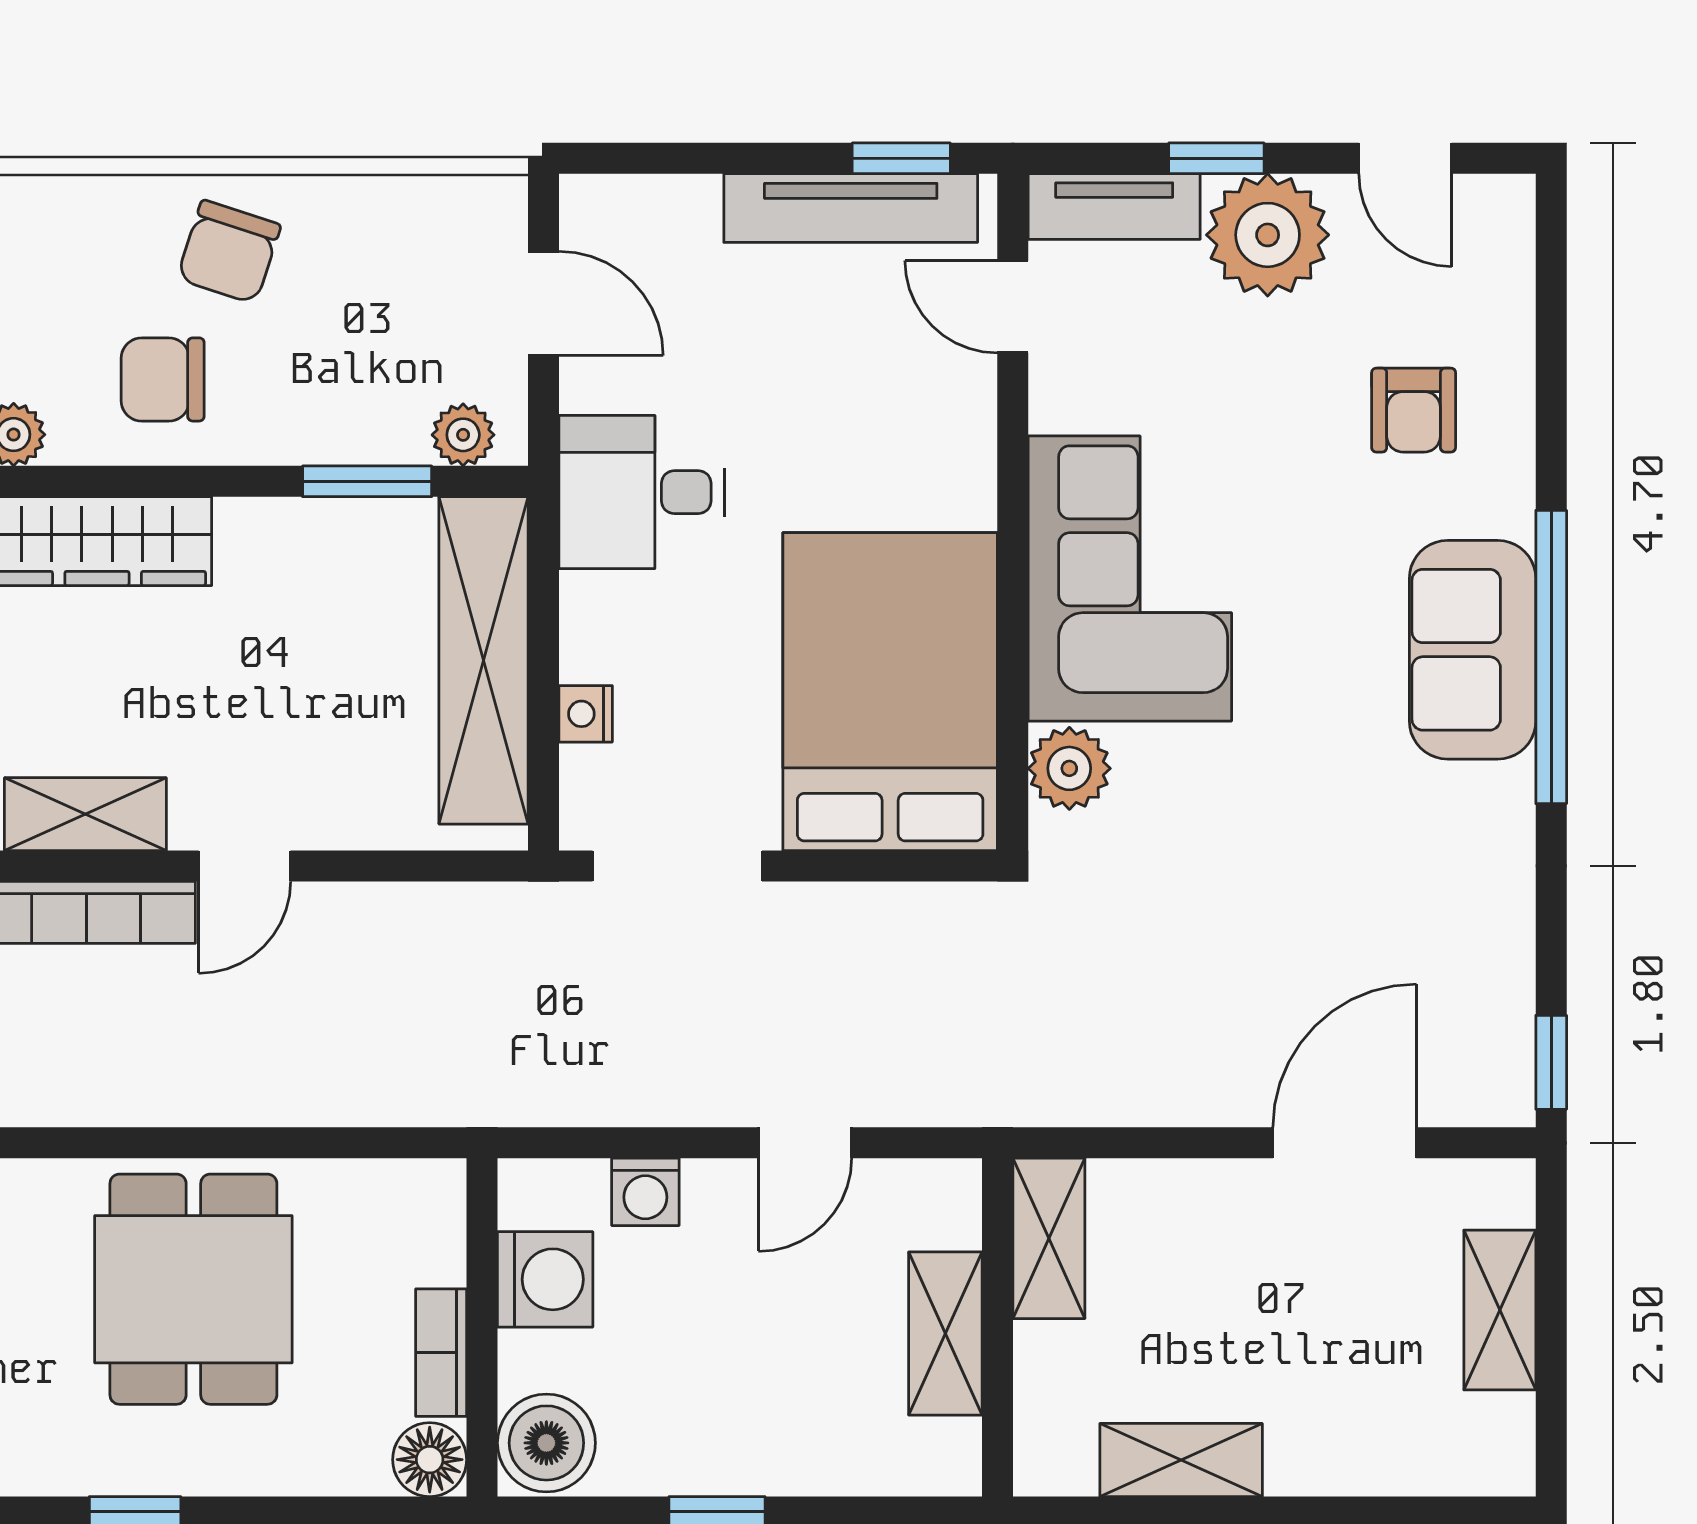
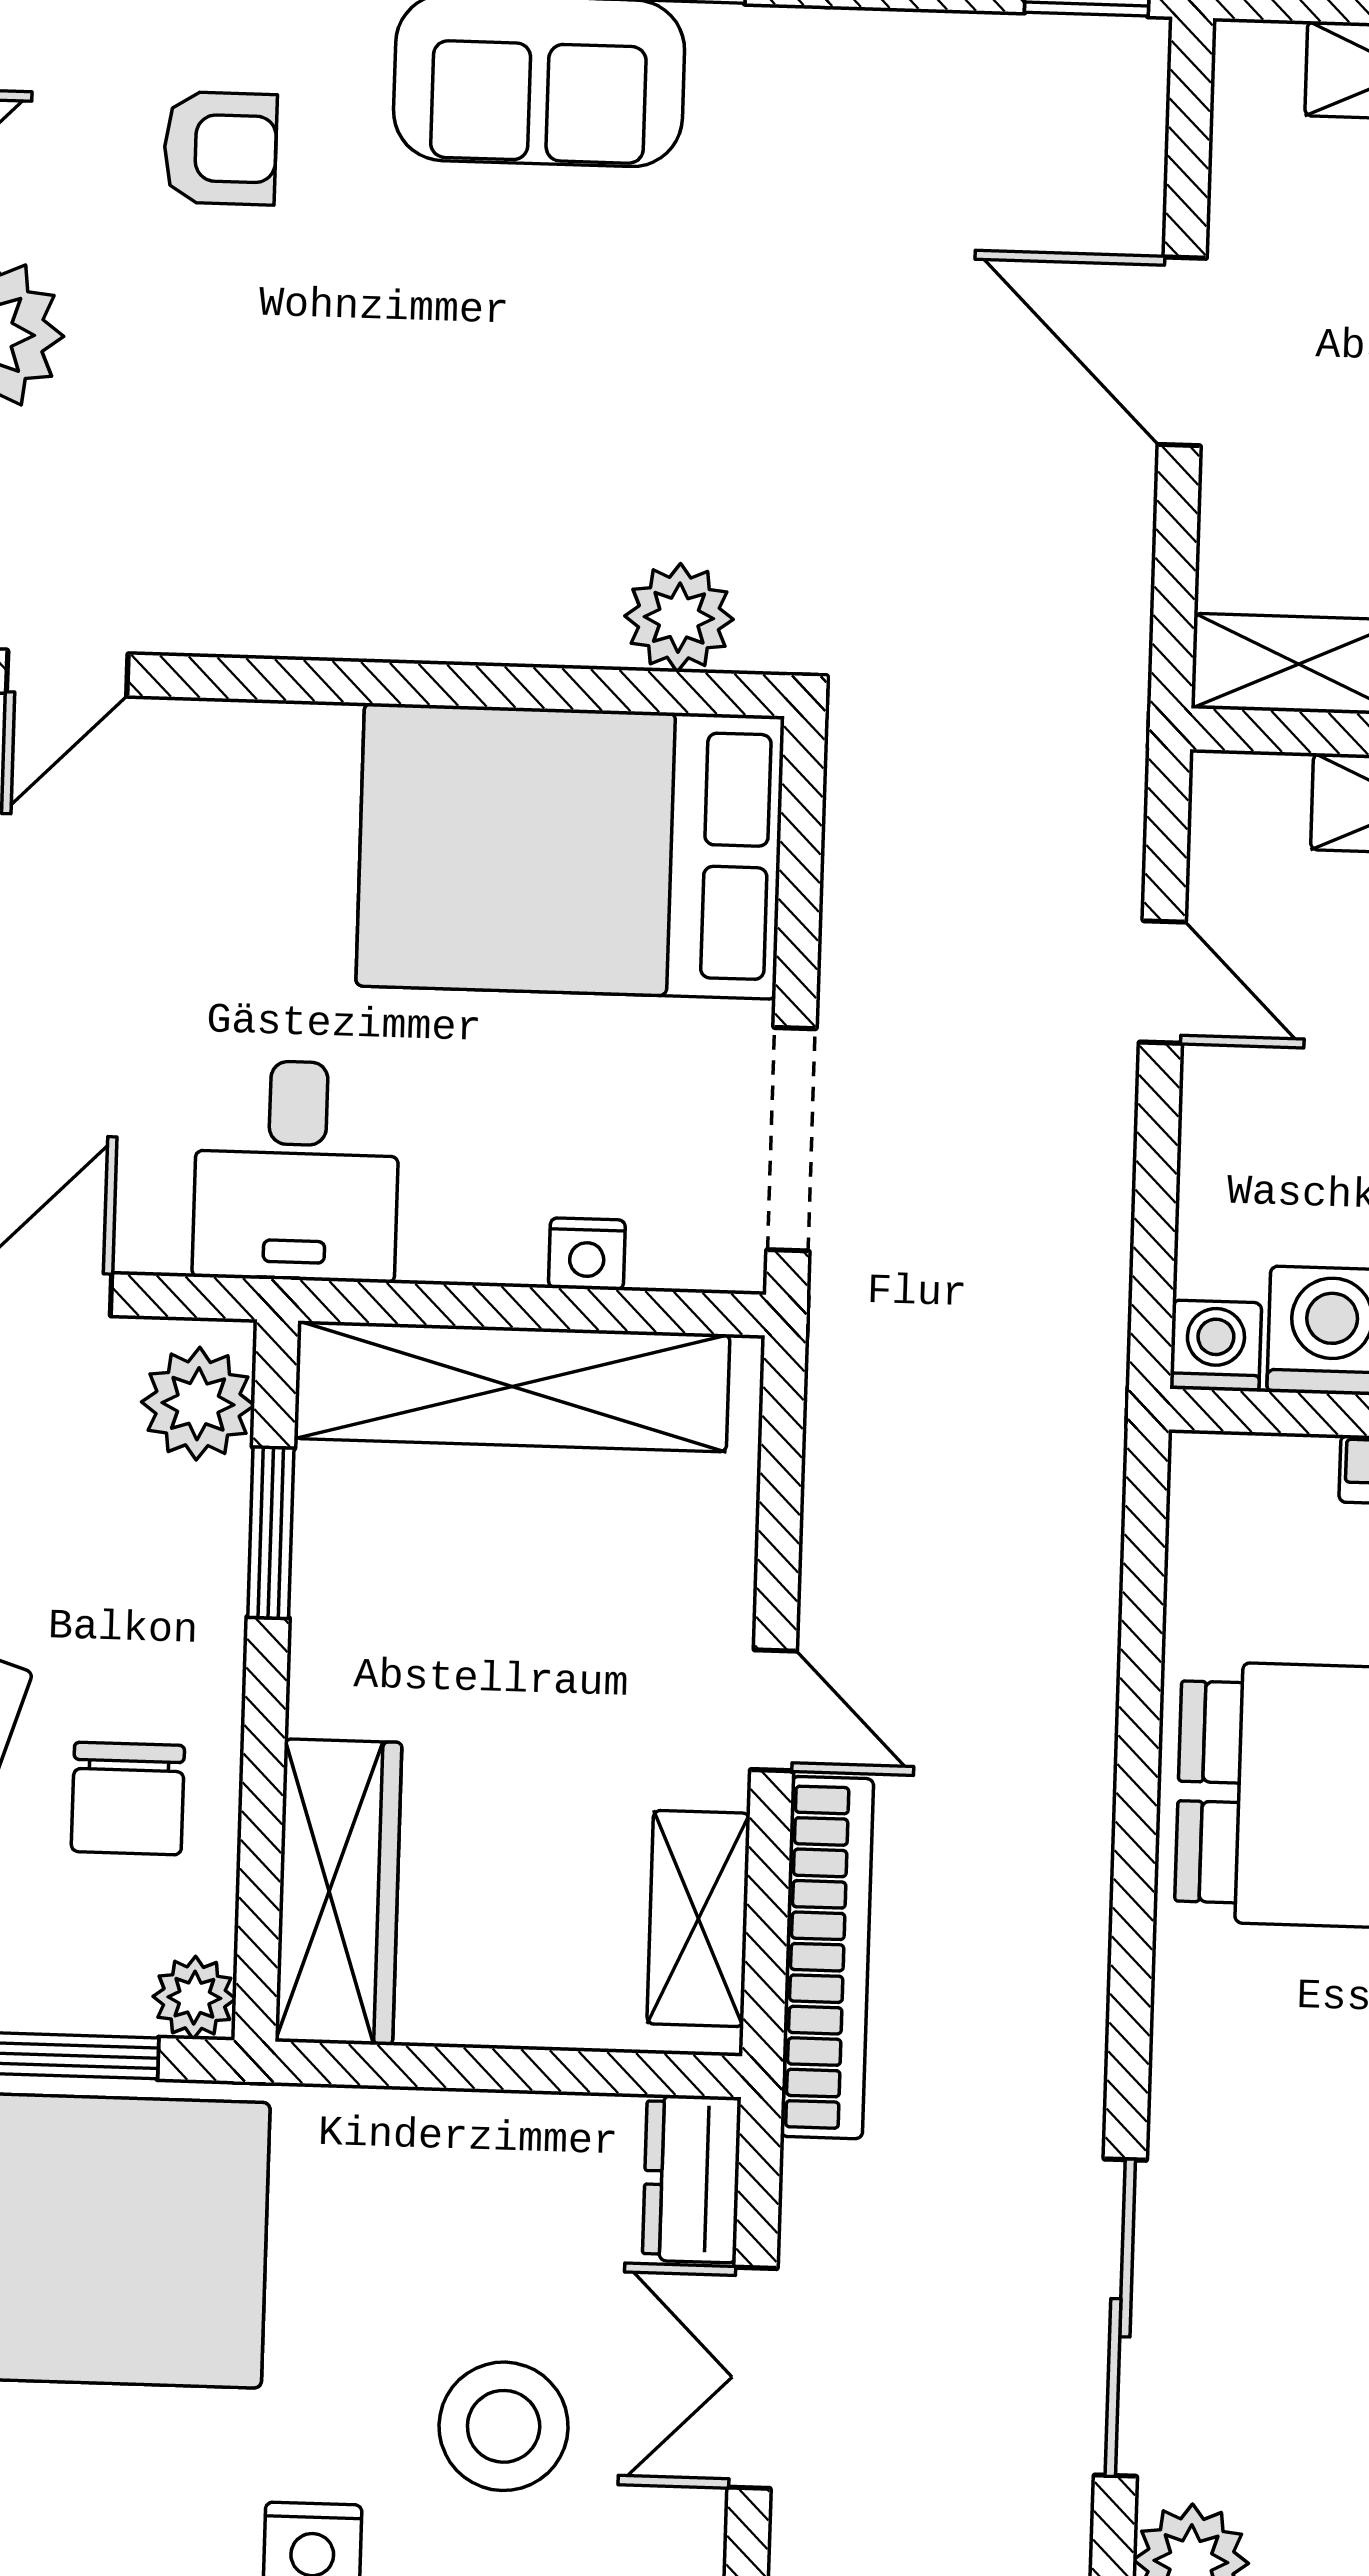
plant: (463, 435) -> (198, 1404), width x1.38, depth x1.38
corner sofa: (1130, 579) -> (431, 530), removed
door: (1345, 1143) -> (1182, 351), moved
washing machine: (645, 1192) -> (1216, 1346), moved, turned -90

